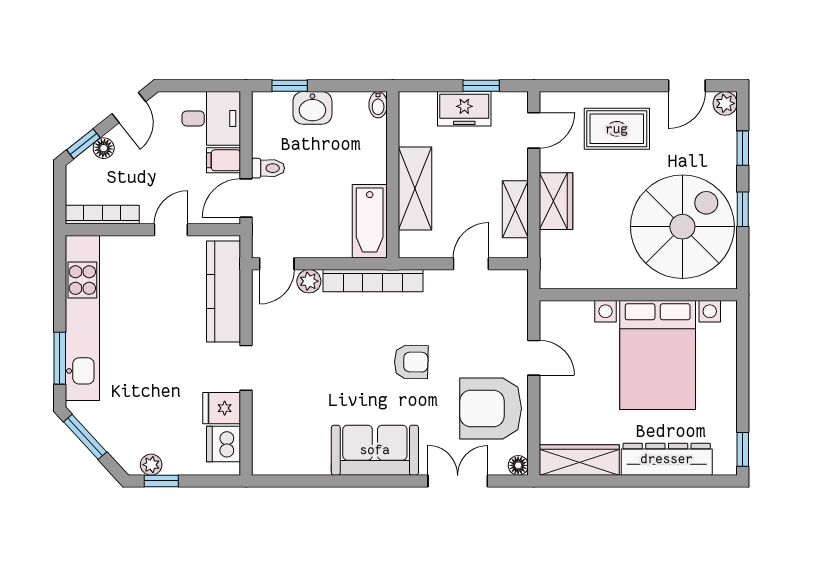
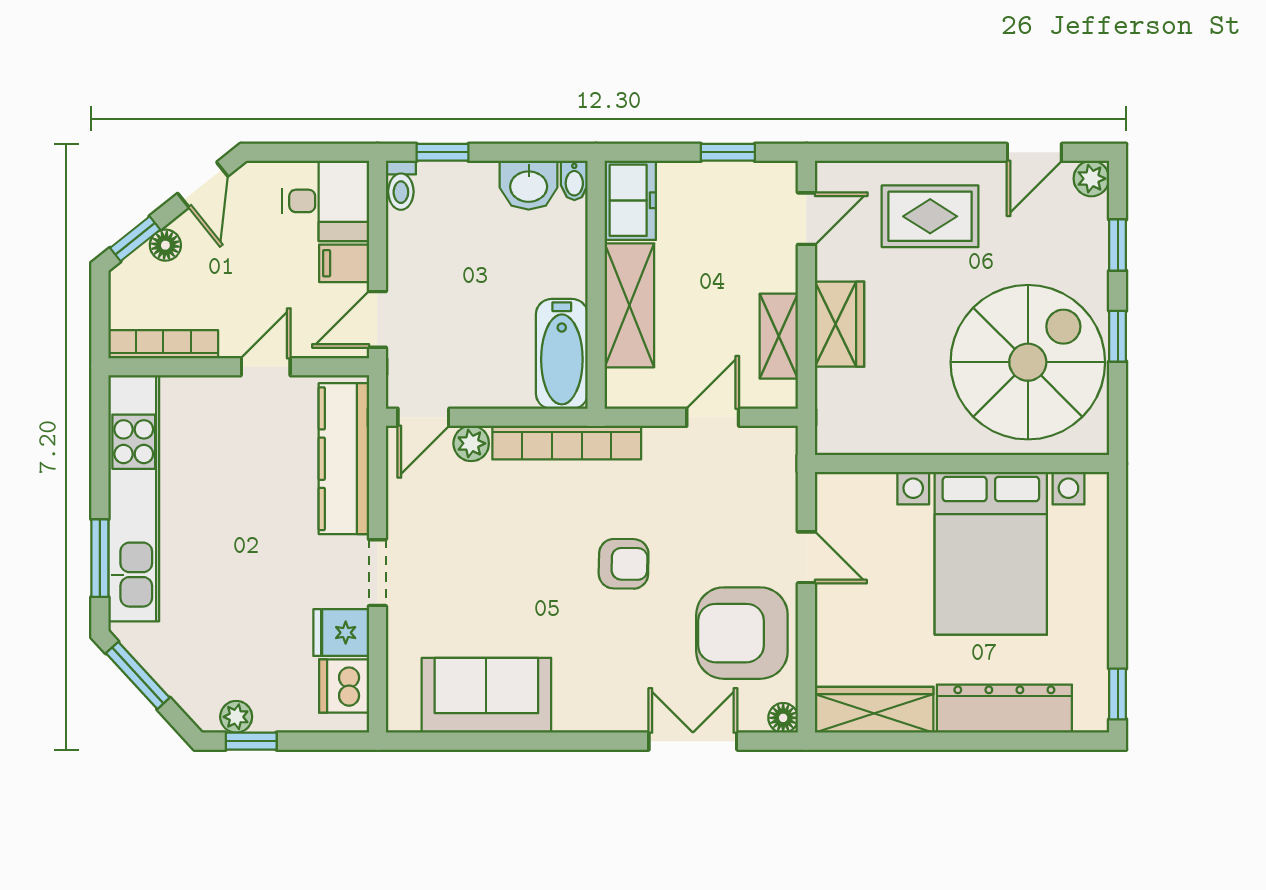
washbasin: (312, 108) -> (529, 185), moved
freezer: (464, 109) -> (630, 200), moved, turned -90
toilet: (268, 168) -> (401, 185), moved, turned 90
sofa: (375, 450) -> (486, 695), moved

